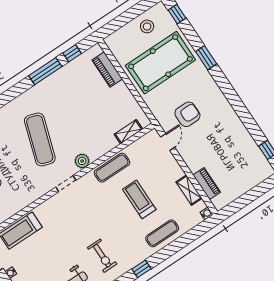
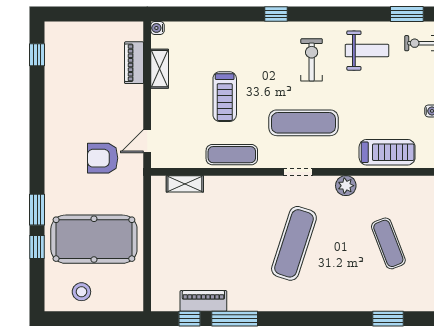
window: (177, 14) -> (37, 247), moved
piano: (107, 69) -> (203, 301), moved, turned -90
plant: (82, 161) -> (346, 186), moved
exercise mat: (162, 233) -> (303, 123), moved, width x1.36, depth x1.45

